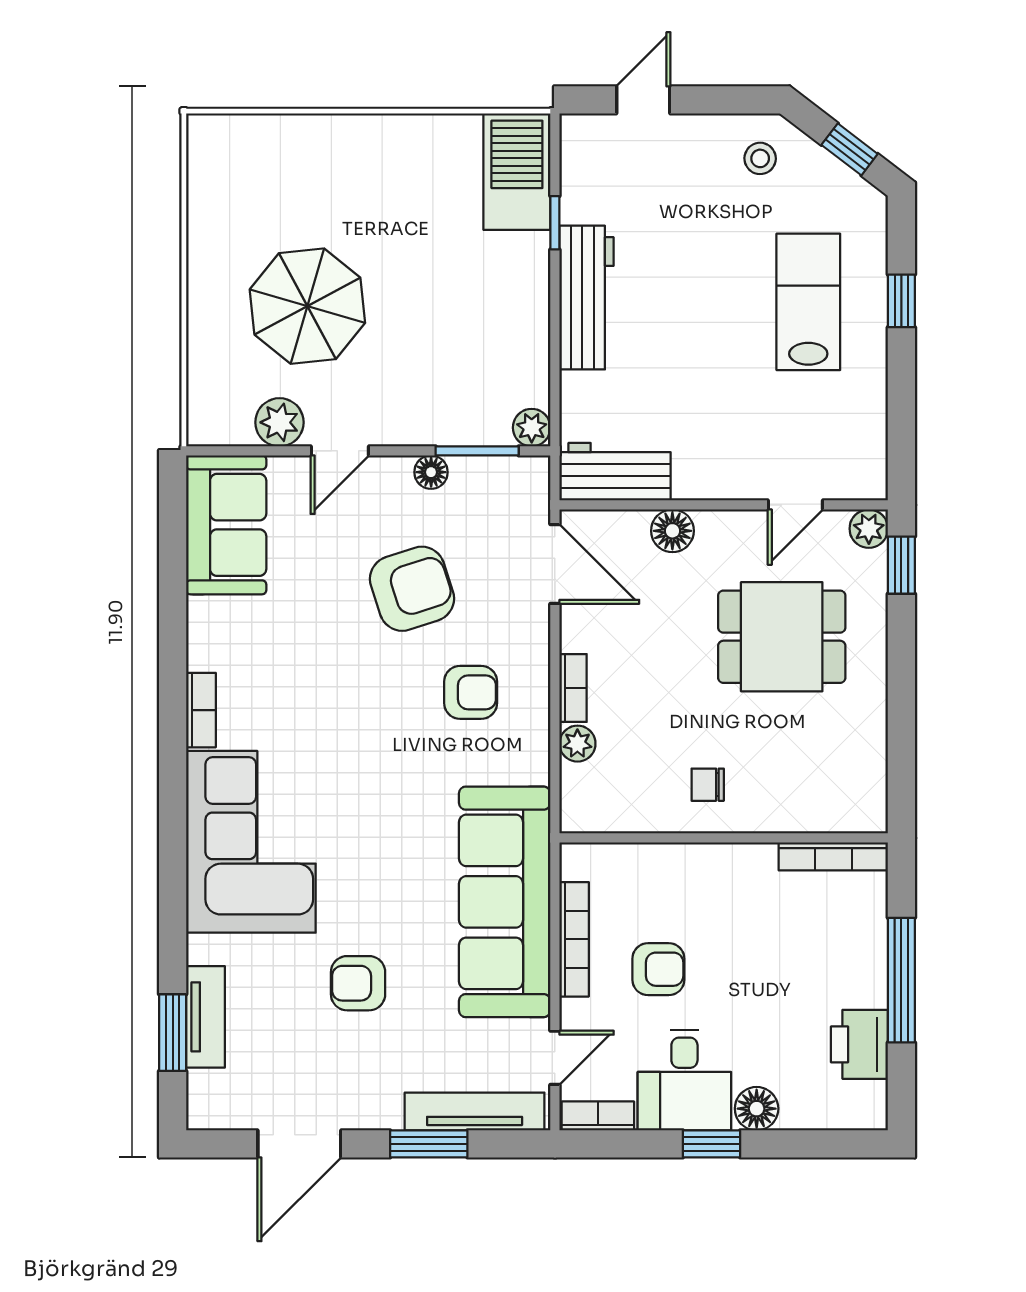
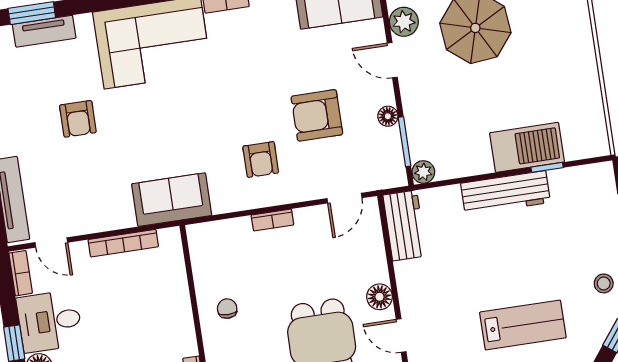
barbecue: (517, 172) -> (527, 147), moved
floor lamp: (672, 531) -> (380, 297), moved
door: (555, 564) -> (344, 198), width x0.73
armchair: (412, 589) -> (317, 115), turned 108
plant: (577, 744) -> (240, 228), removed
sofa: (505, 902) -> (172, 200), width x0.54, depth x0.79
armchair: (658, 969) -> (113, 296), removed
armchair: (358, 983) -> (78, 119), turned 180

